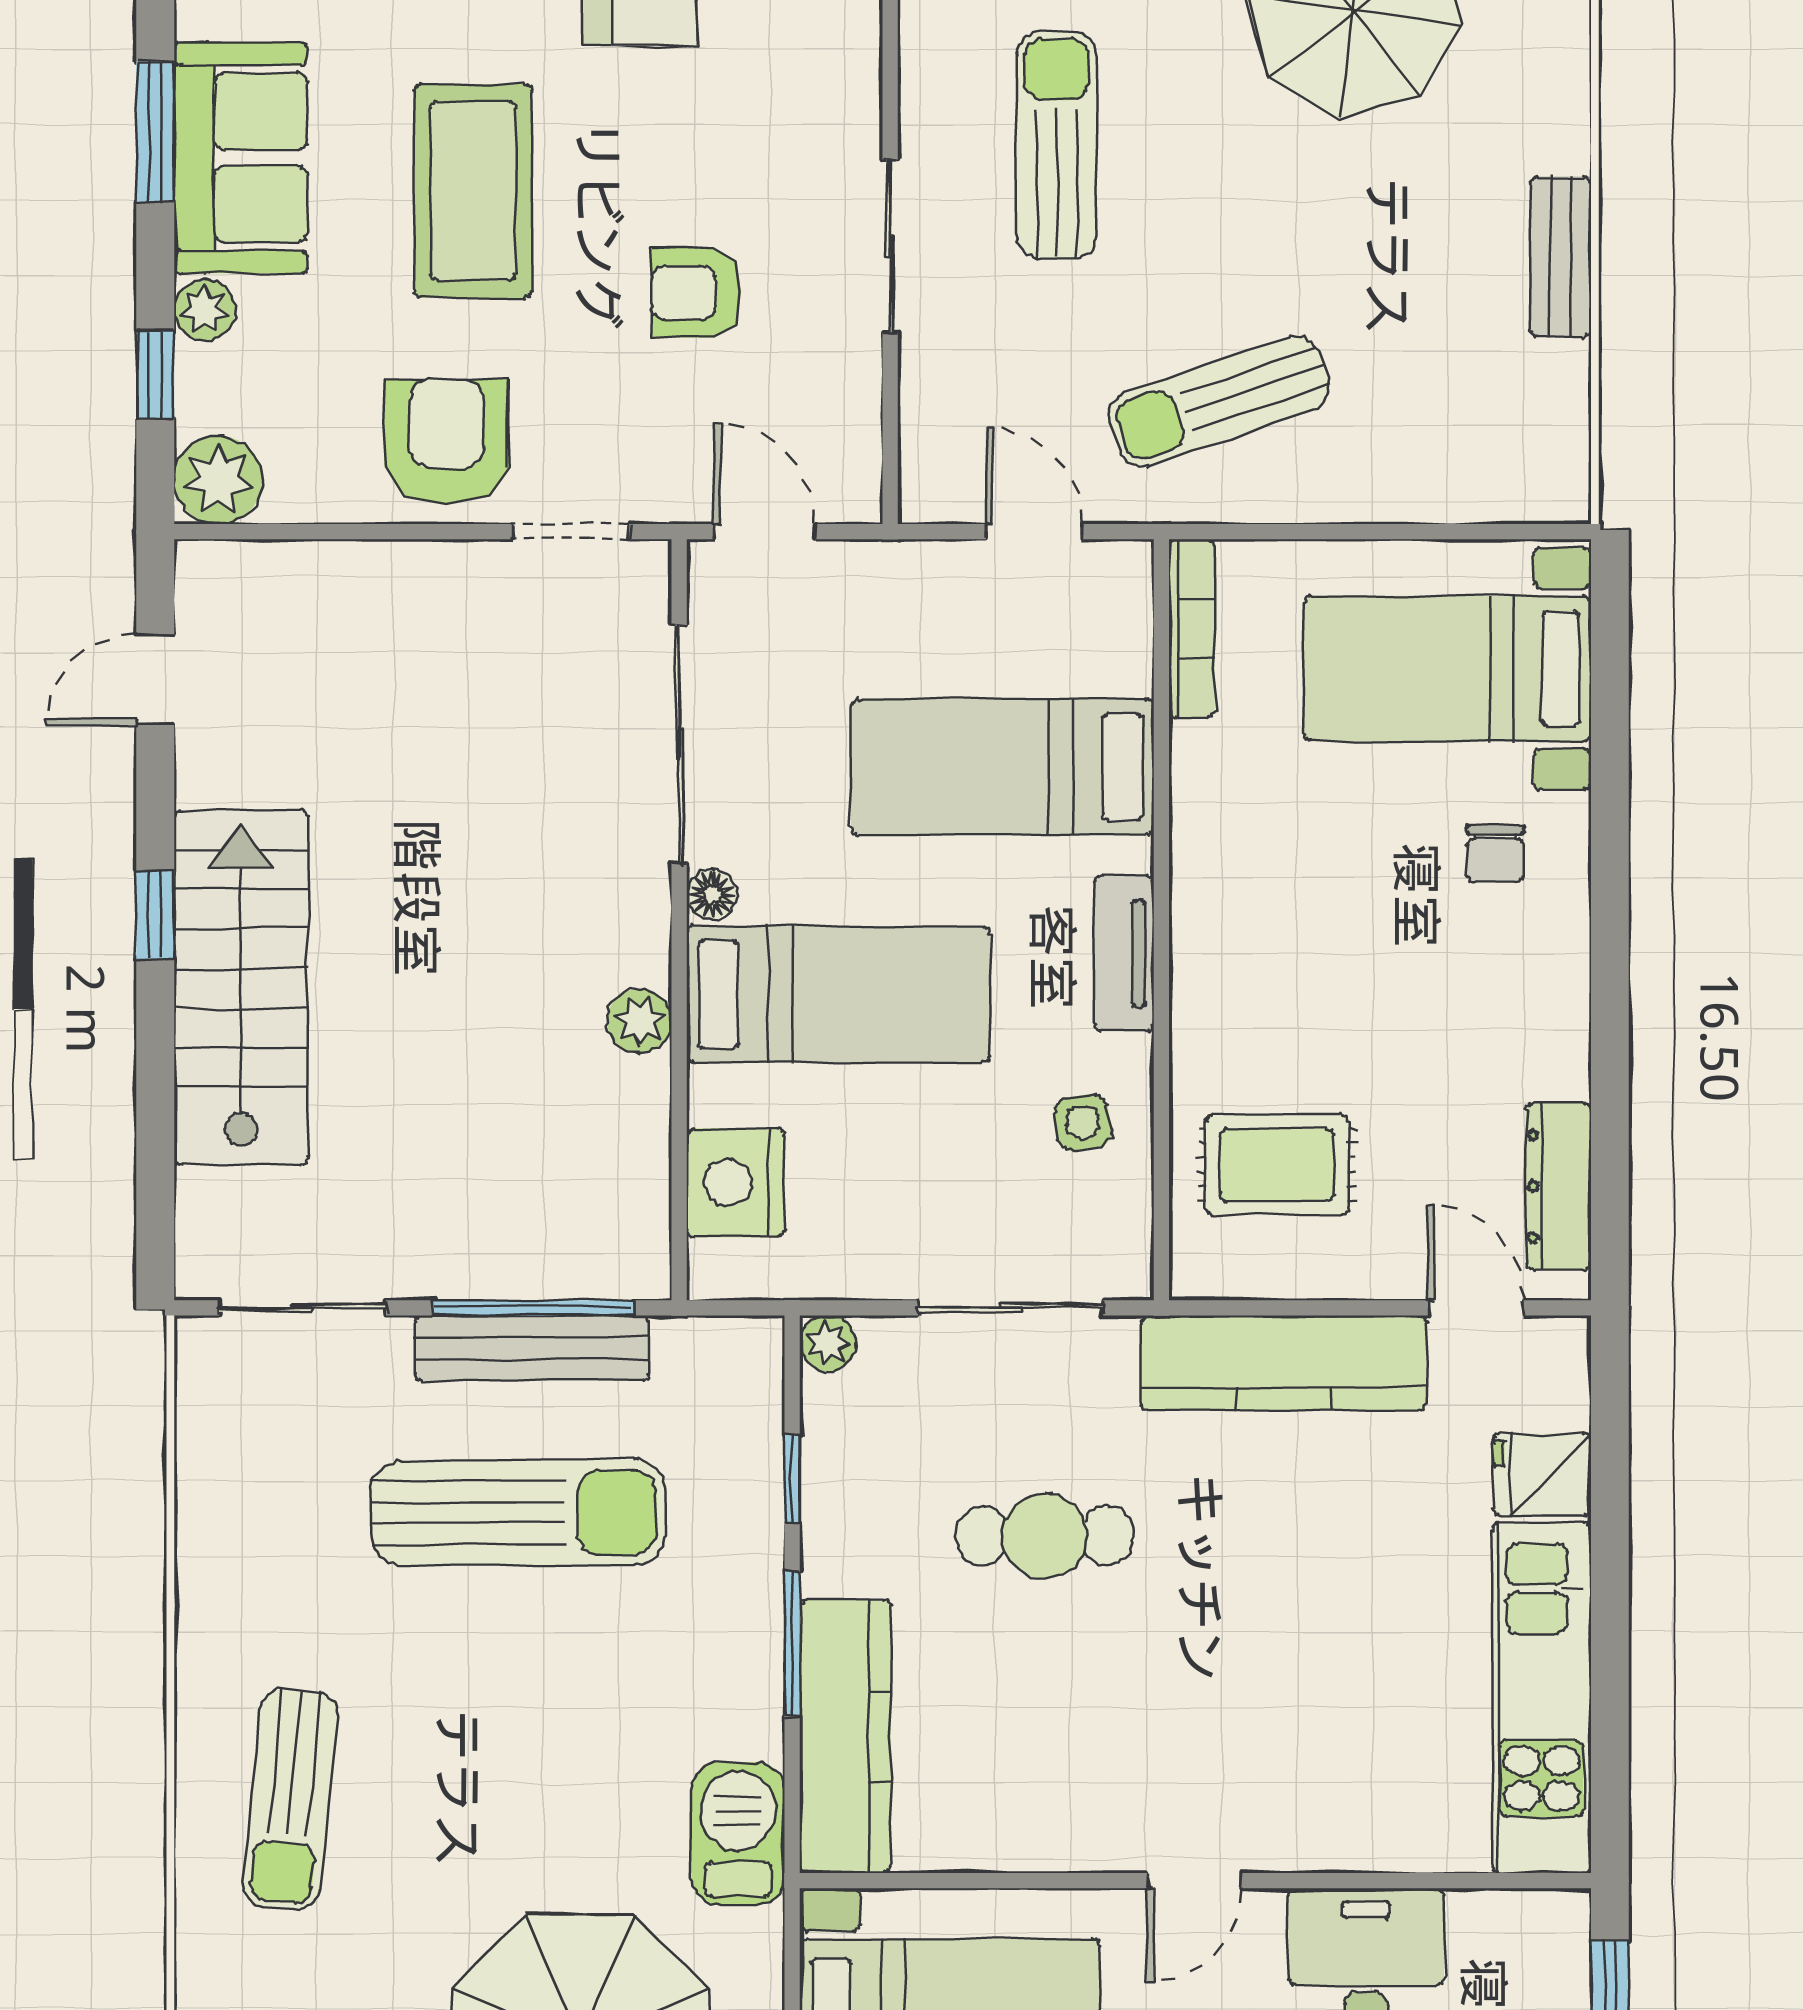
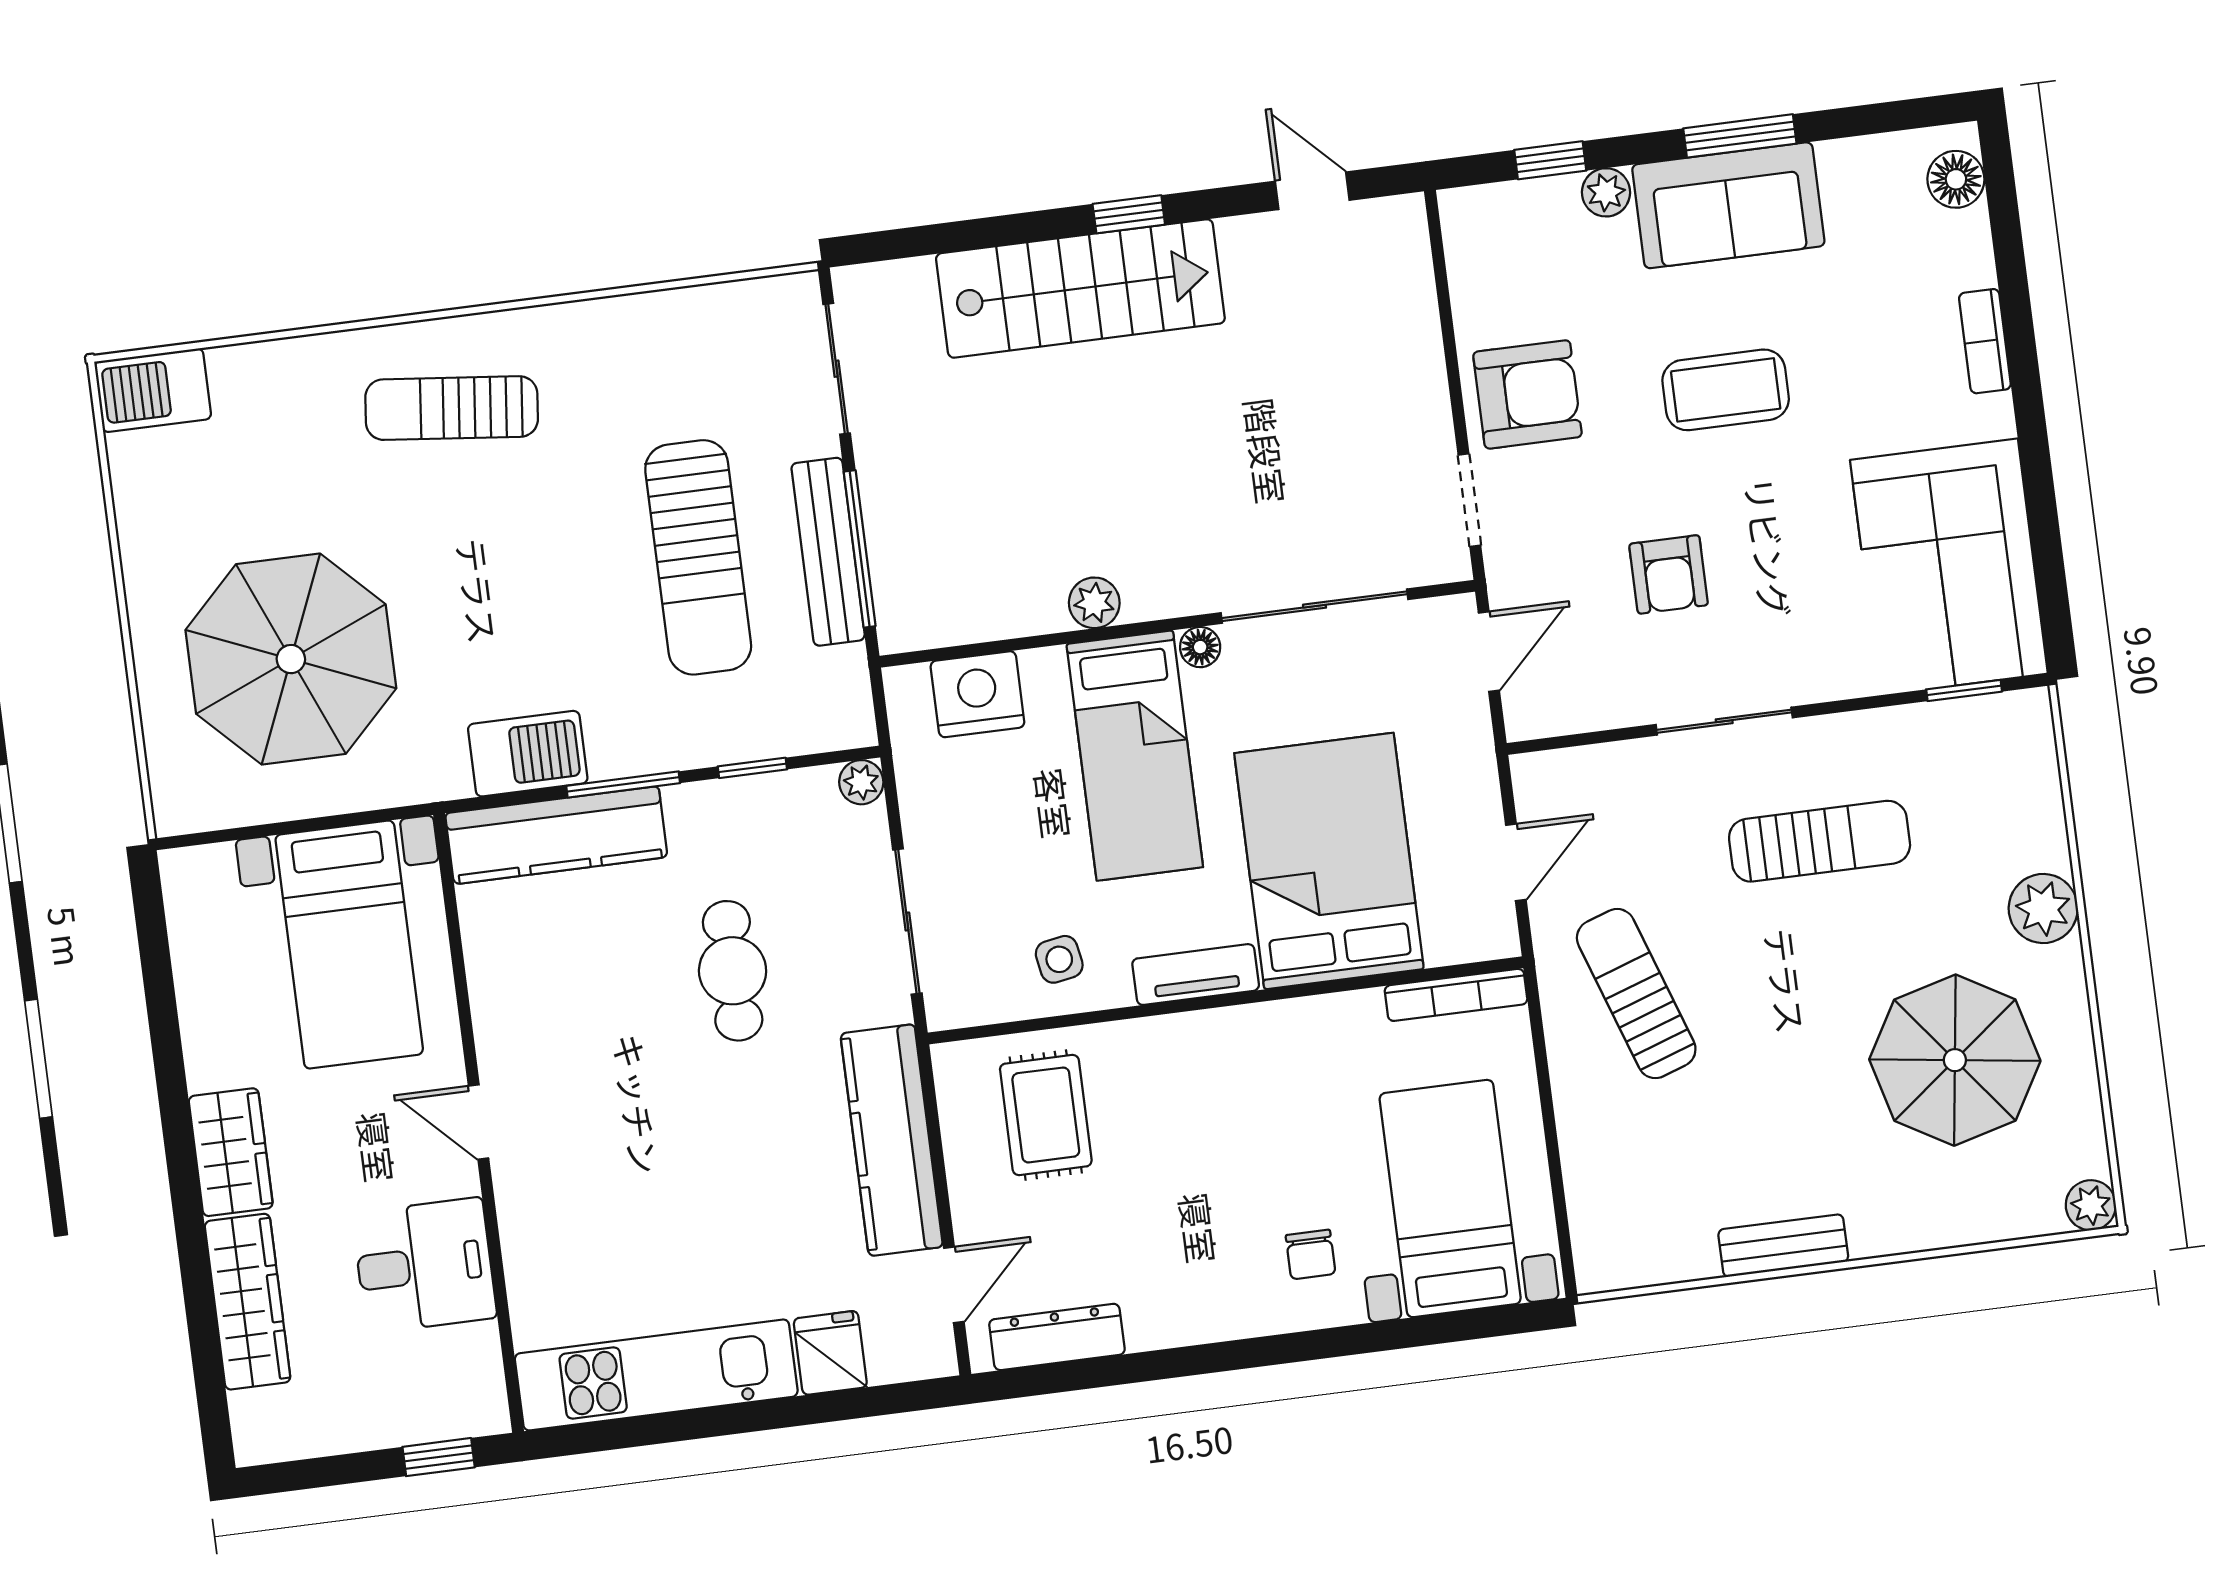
coffee table: (473, 191) -> (1726, 390), width x0.73, depth x0.76
armchair: (696, 293) -> (1669, 574), turned 180
plant: (218, 480) -> (1475, 220), removed
bed: (1003, 767) -> (1329, 861), width x1.50
chair: (1495, 854) -> (1311, 1254), turned -90
barbecue: (738, 1834) -> (528, 754), moved

